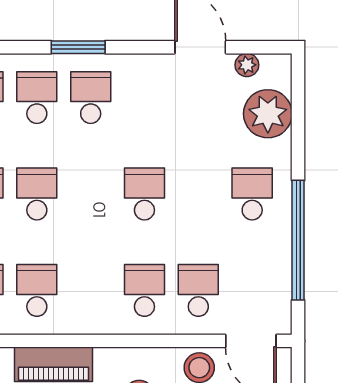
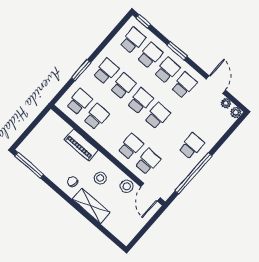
school desk: (144, 98) -> (184, 85), added
plant: (268, 114) -> (236, 113), moved, width x0.53, depth x0.53
school desk: (91, 194) -> (140, 101), added

